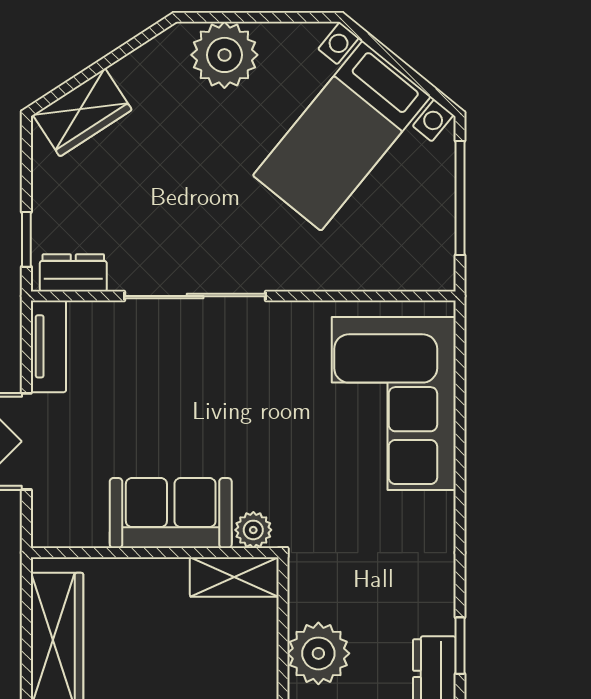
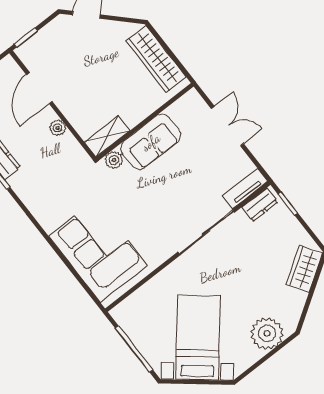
tv unit: (48, 346) -> (245, 188), moved, turned 90
plant: (318, 653) -> (58, 128), width x0.53, depth x0.53

